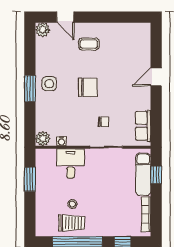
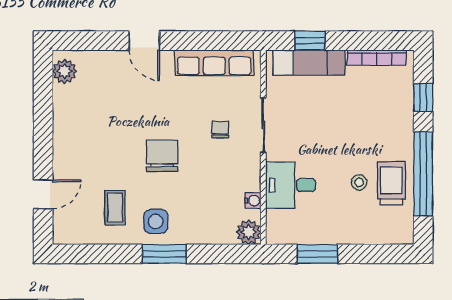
plant: (43, 30) -> (65, 71), moved
coffee table: (89, 44) -> (115, 208), moved
row of seats: (143, 126) -> (214, 63), width x1.48

